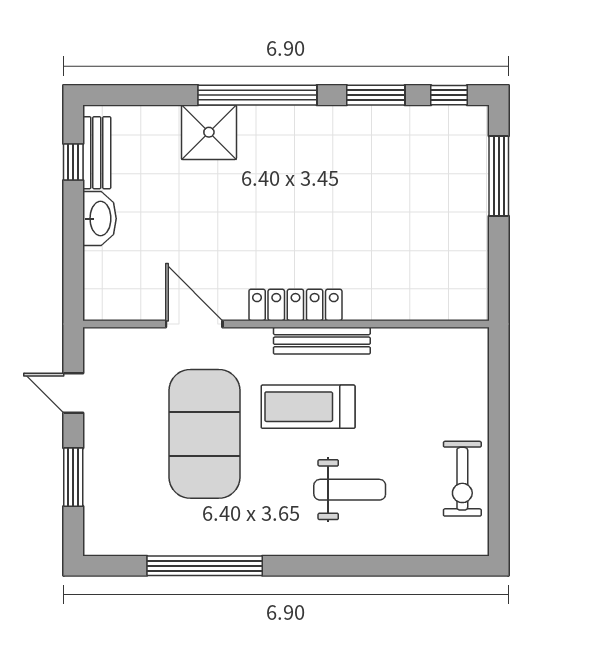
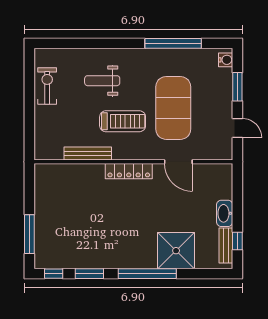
shower: (209, 132) -> (176, 251), width x1.37, depth x1.37
bench: (322, 341) -> (88, 154), moved
water cooler: (97, 532) -> (226, 60), added

